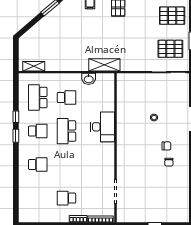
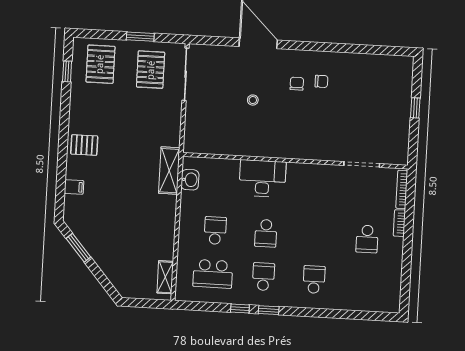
washbasin: (89, 79) -> (190, 180), moved
school desk: (66, 131) -> (266, 233), width x0.54

